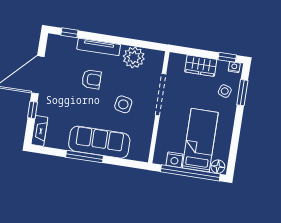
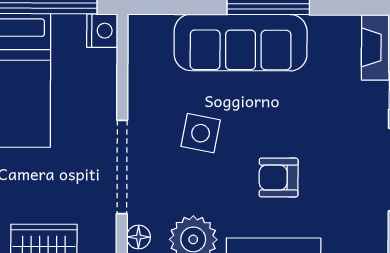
floor lamp: (158, 62) -> (138, 237), added
nightstand: (175, 160) -> (102, 31), moved, turned 90

